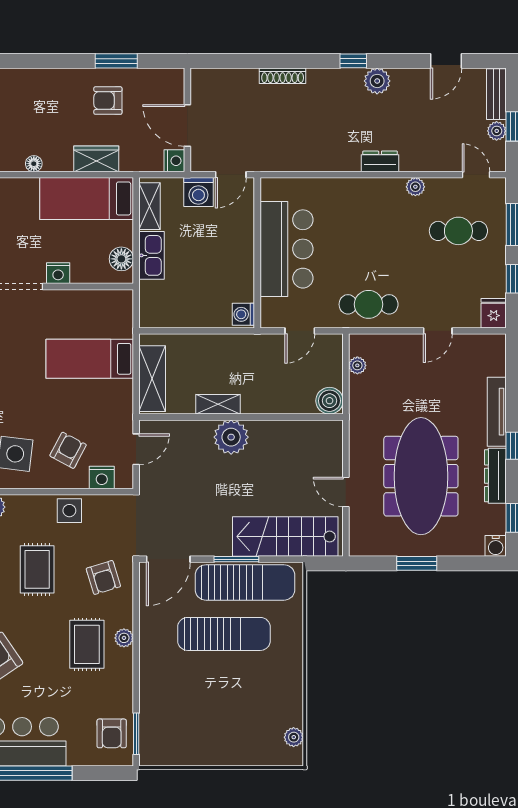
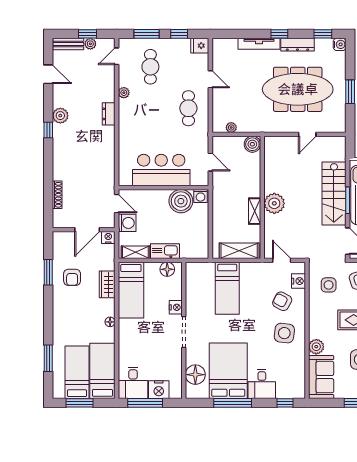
shoe rack: (283, 76) -> (57, 195), moved
boiler: (235, 282) -> (181, 201), added
cafe table: (369, 304) -> (188, 108), moved
side table: (69, 511) -> (329, 285), moved
stairs: (285, 537) -> (334, 193), moved

